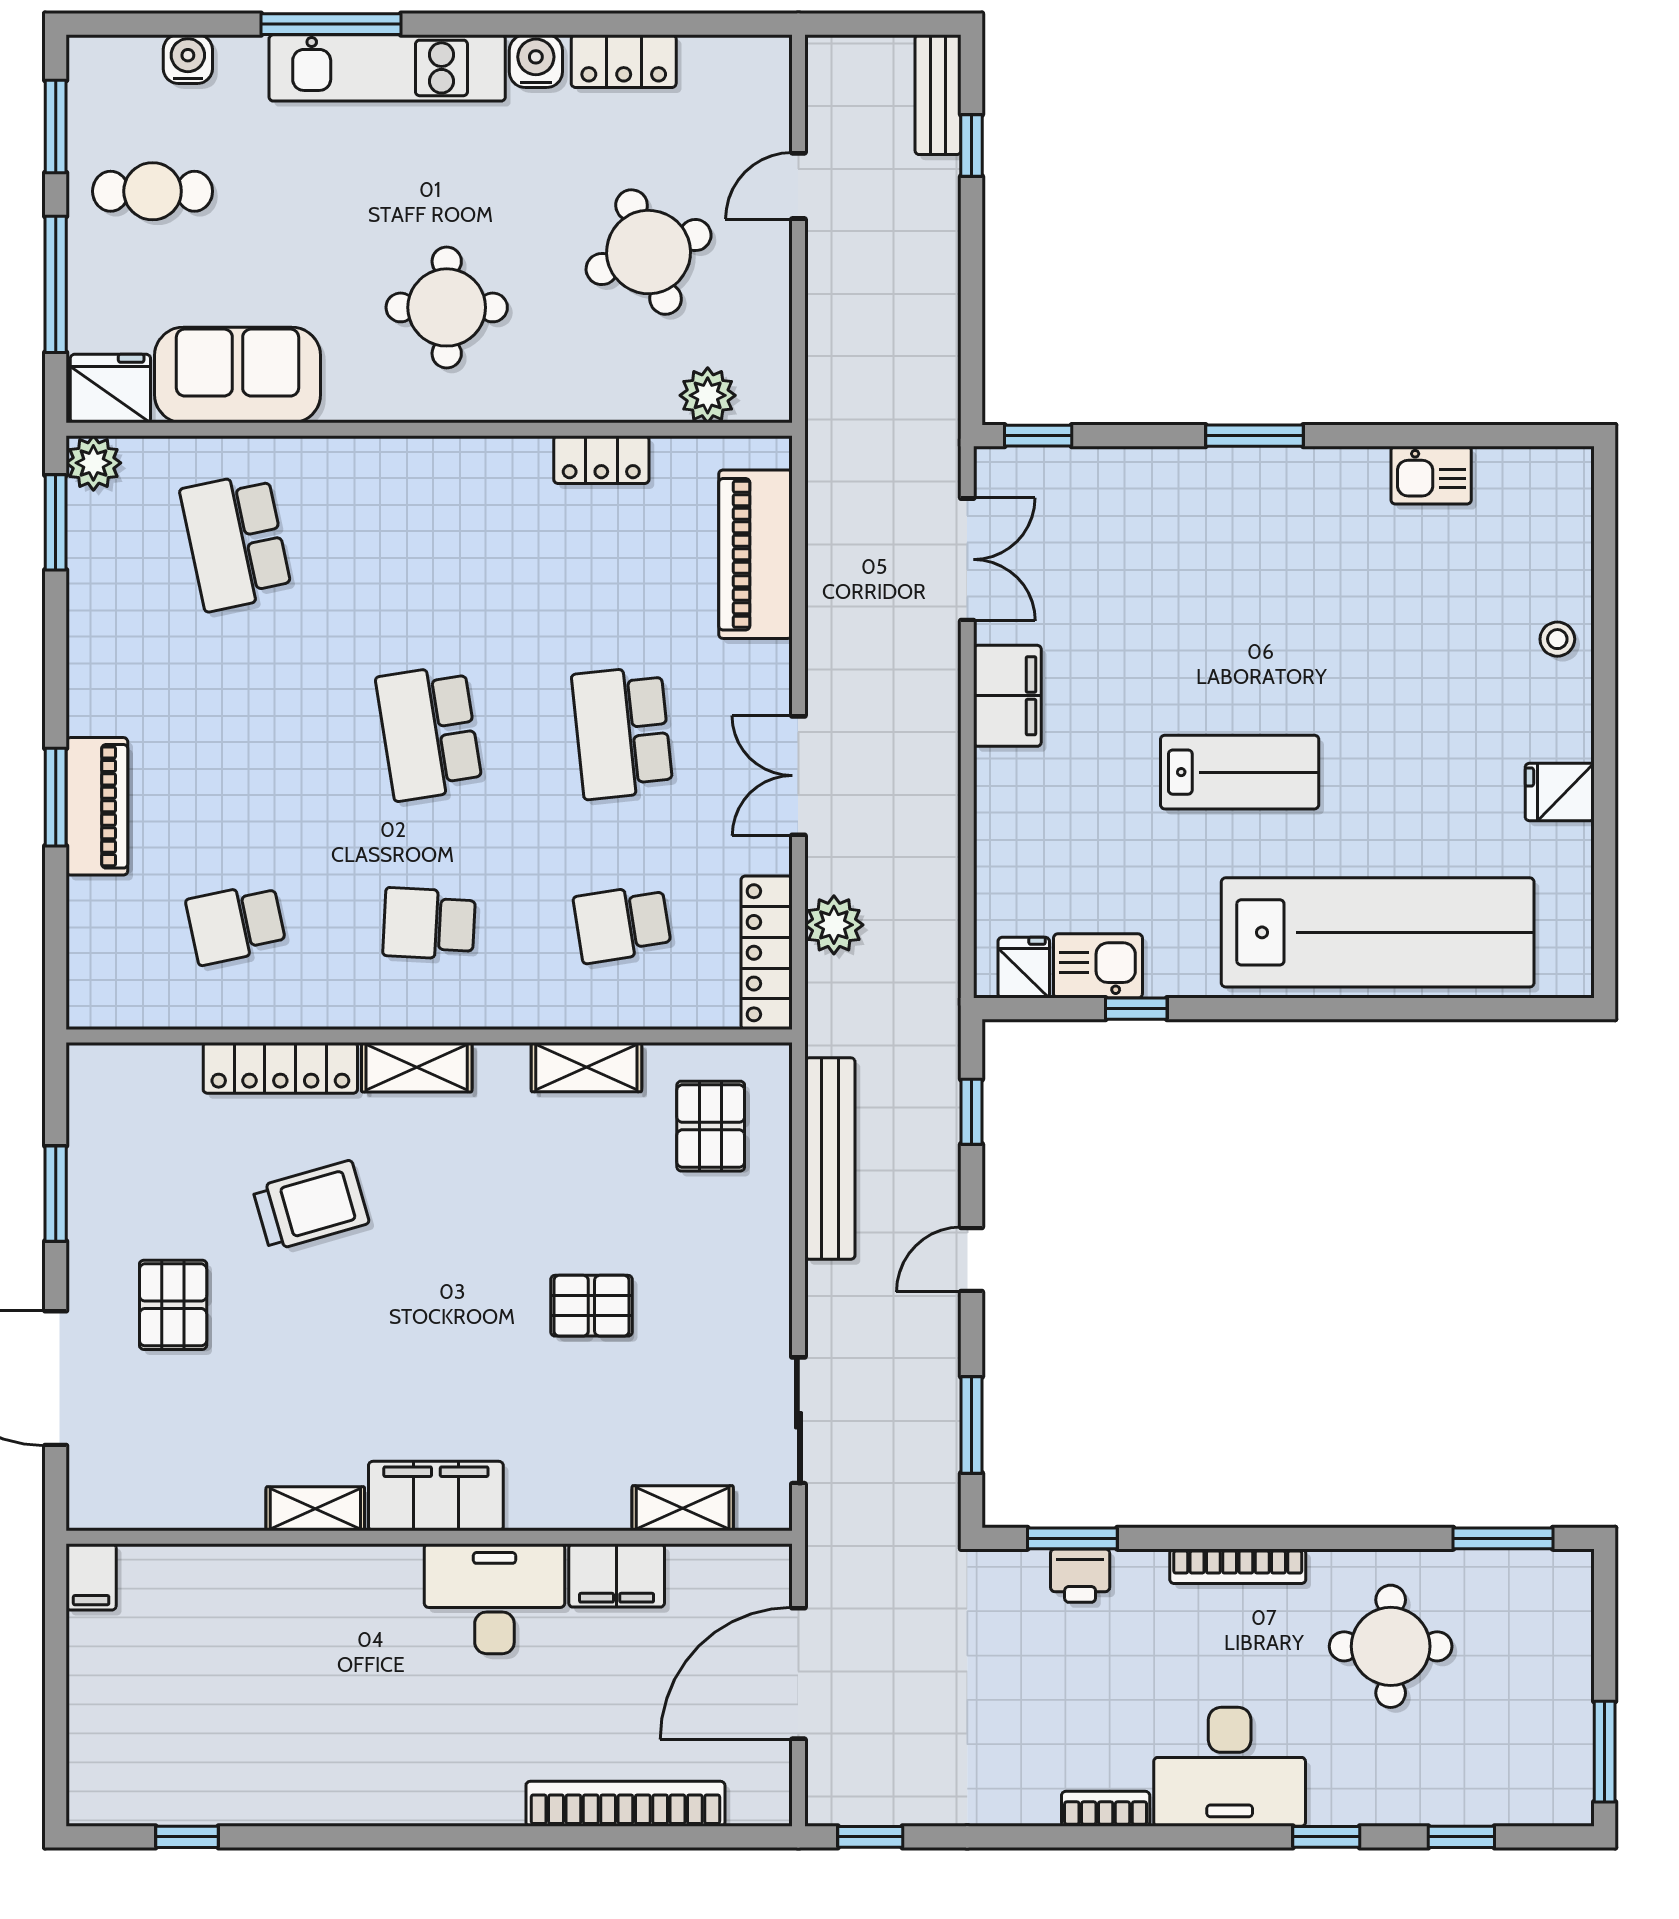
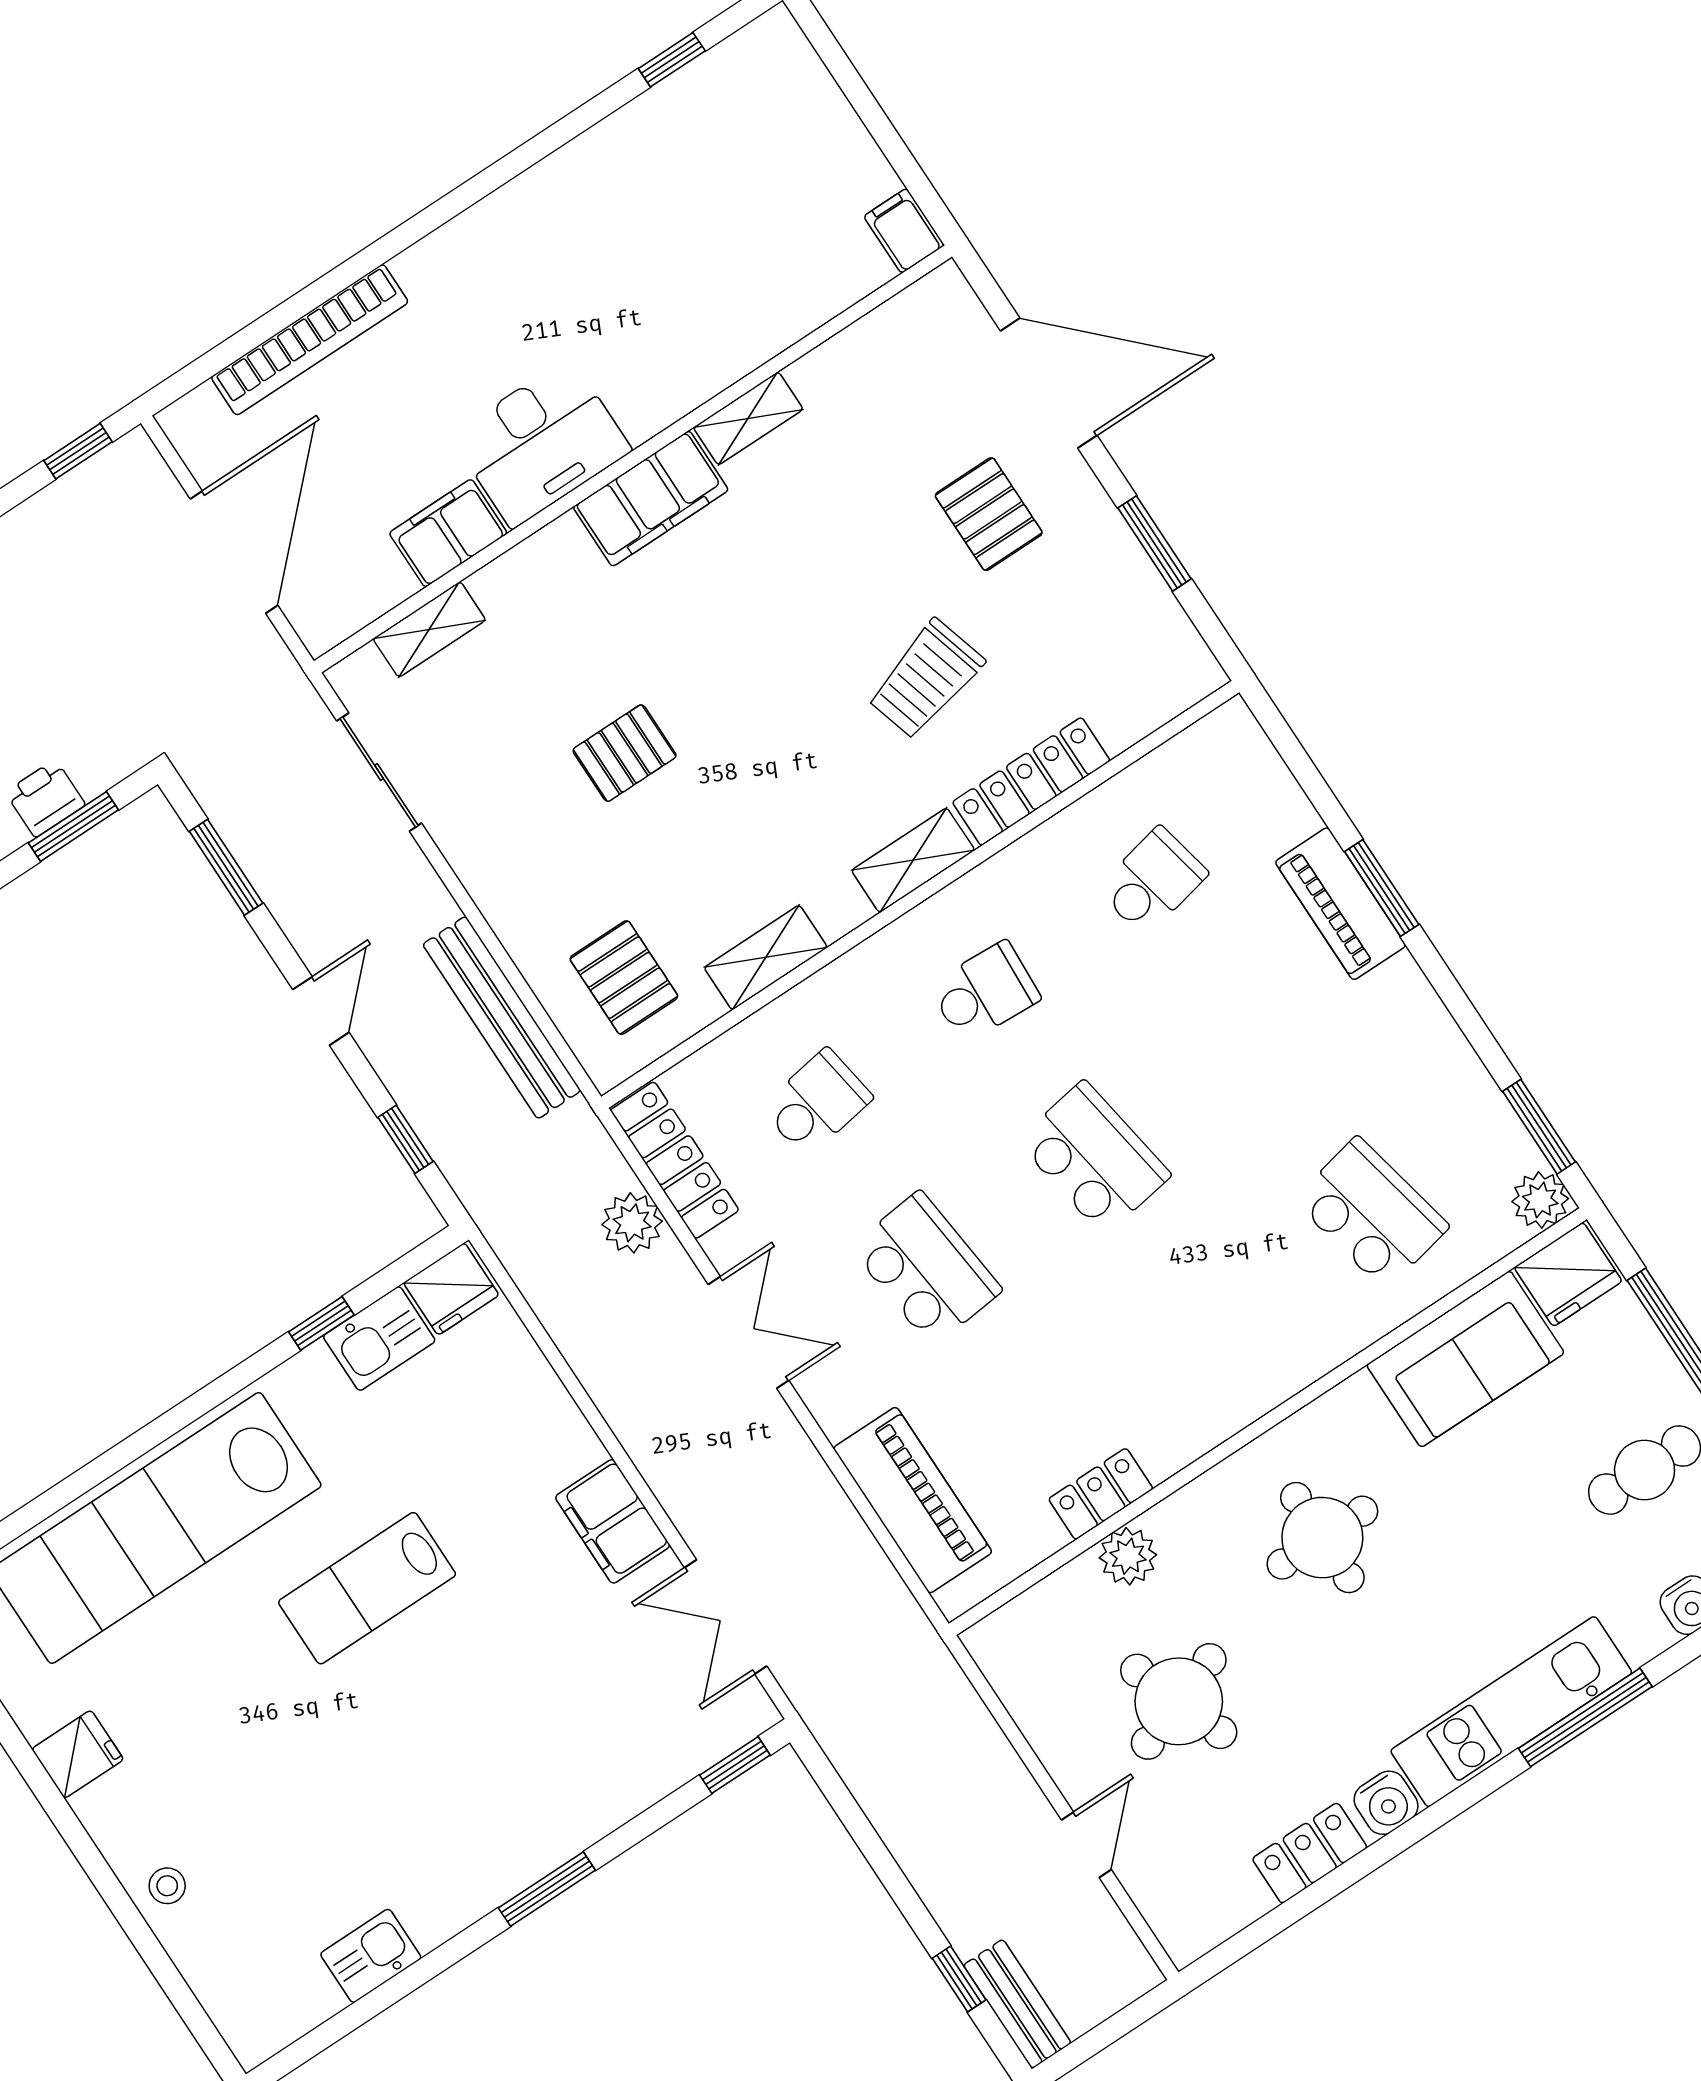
plant: (708, 395) -> (1128, 1556), moved
fridge: (1024, 968) -> (451, 1289), width x1.38

